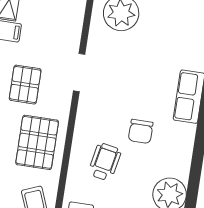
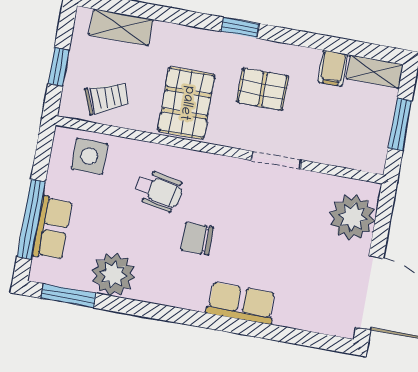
pallet: (37, 142) -> (186, 103), turned 90

